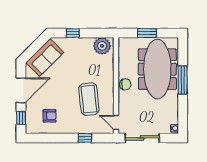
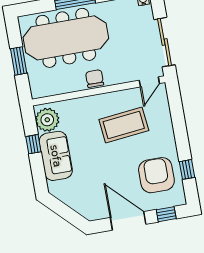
window: (73, 33) -> (33, 144), moved
sofa: (45, 57) -> (56, 156), moved, turned 45
armchair: (50, 116) -> (156, 175), width x1.88, depth x1.88
window: (85, 138) -> (187, 169), moved

